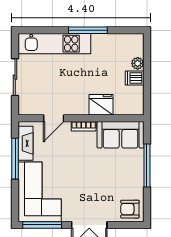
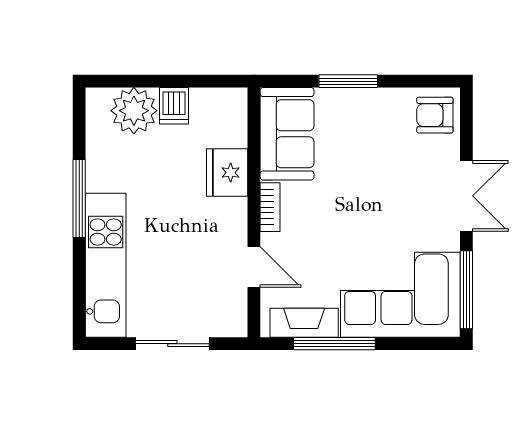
plant: (138, 63) -> (134, 111), width x1.88, depth x1.88
window: (147, 166) -> (348, 81), width x0.69
armchair: (130, 209) -> (435, 115), turned 90

